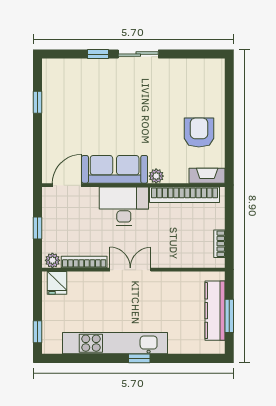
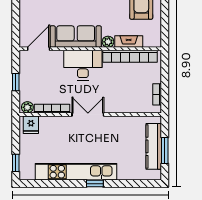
fireplace: (207, 176) -> (129, 42), moved

